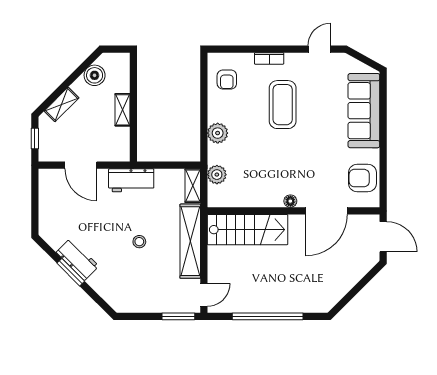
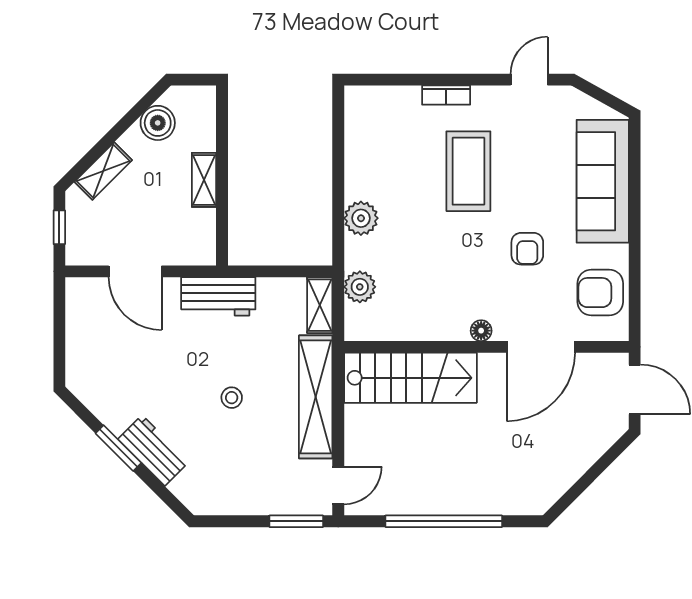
armchair: (227, 79) -> (527, 249), moved
workbench: (77, 259) -> (153, 450), moved

